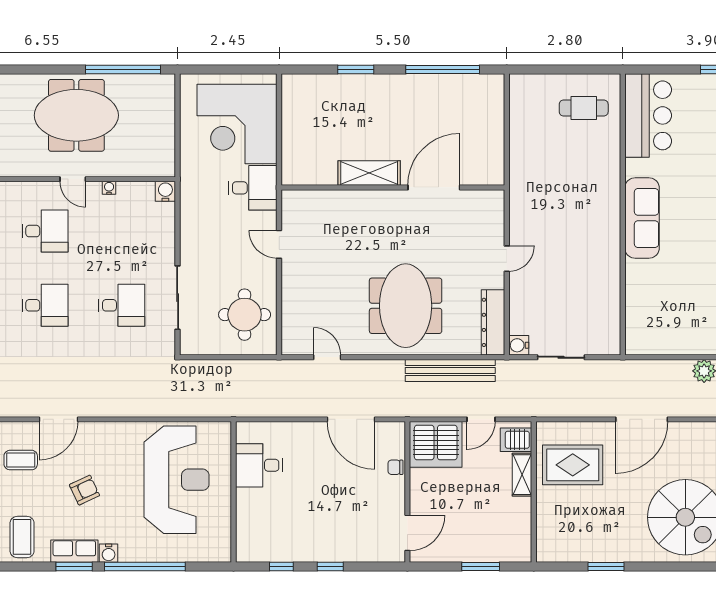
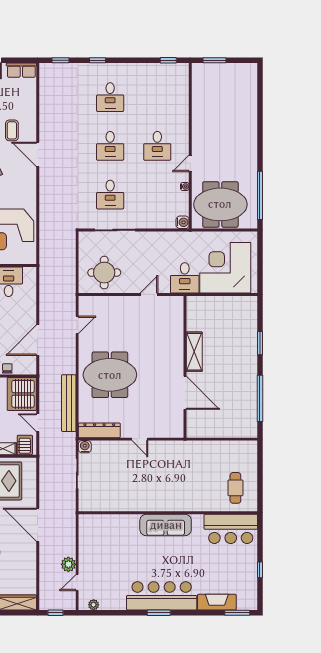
meeting table: (76, 115) -> (220, 204), moved, turned 90

